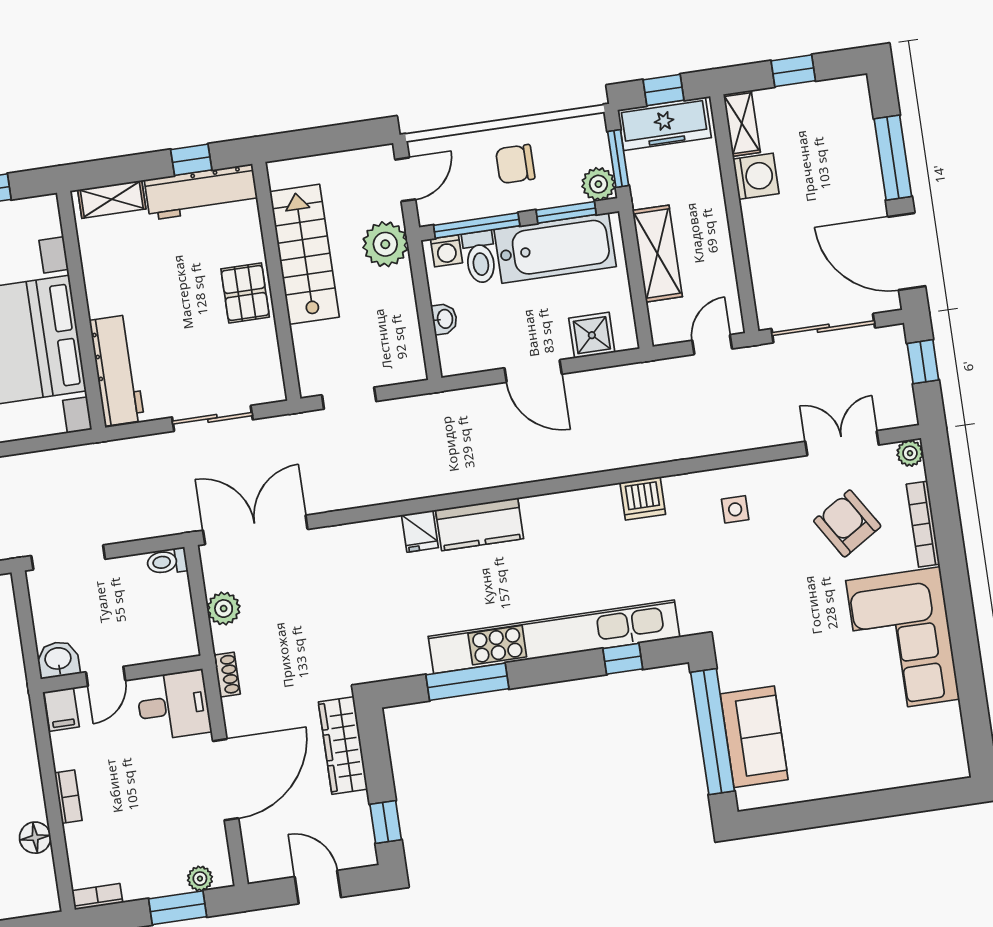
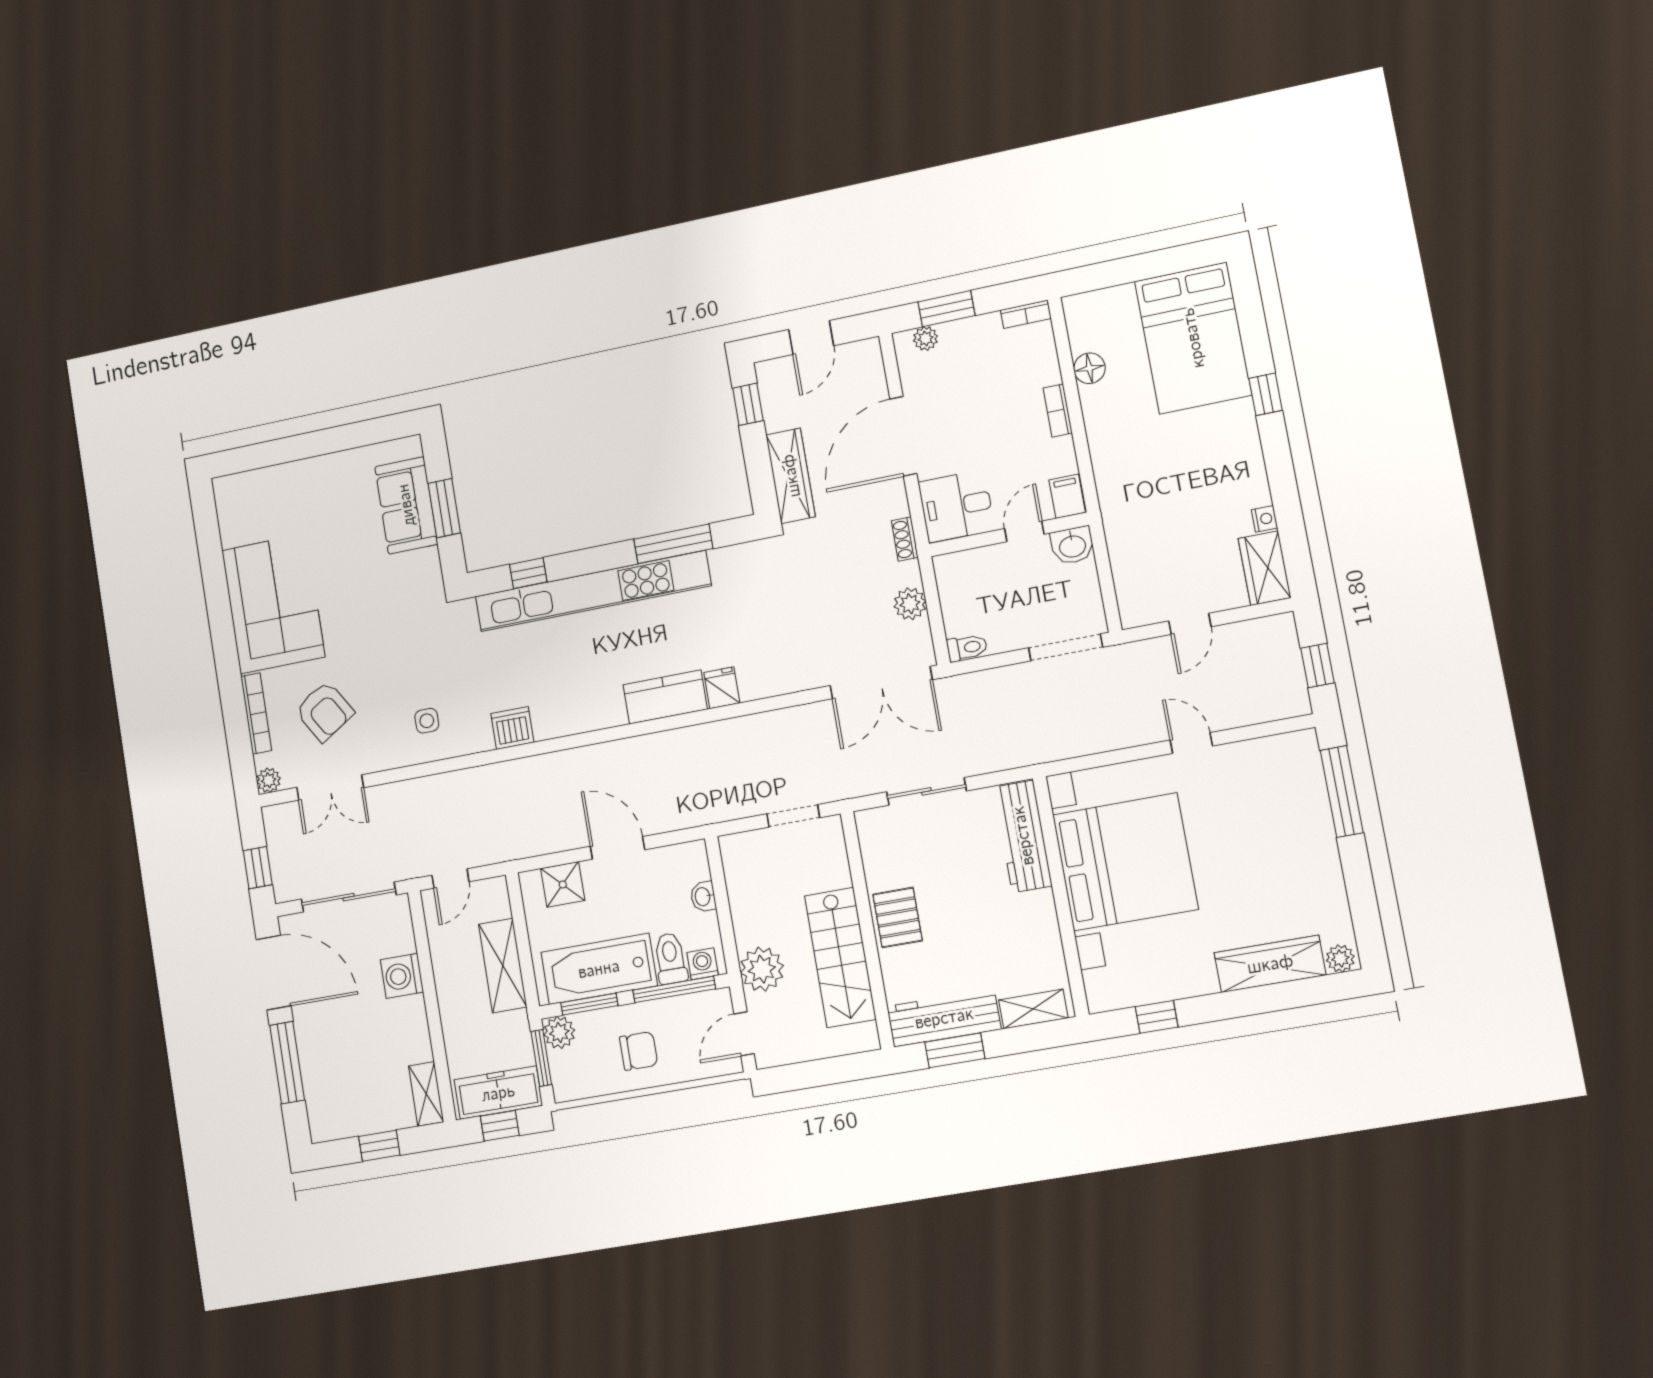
window: (191, 160) -> (955, 1050), width x1.50
washing machine: (756, 176) -> (402, 976), moved
window: (713, 732) -> (444, 508), width x0.47
door: (318, 887) -> (811, 338), hinge flipped

